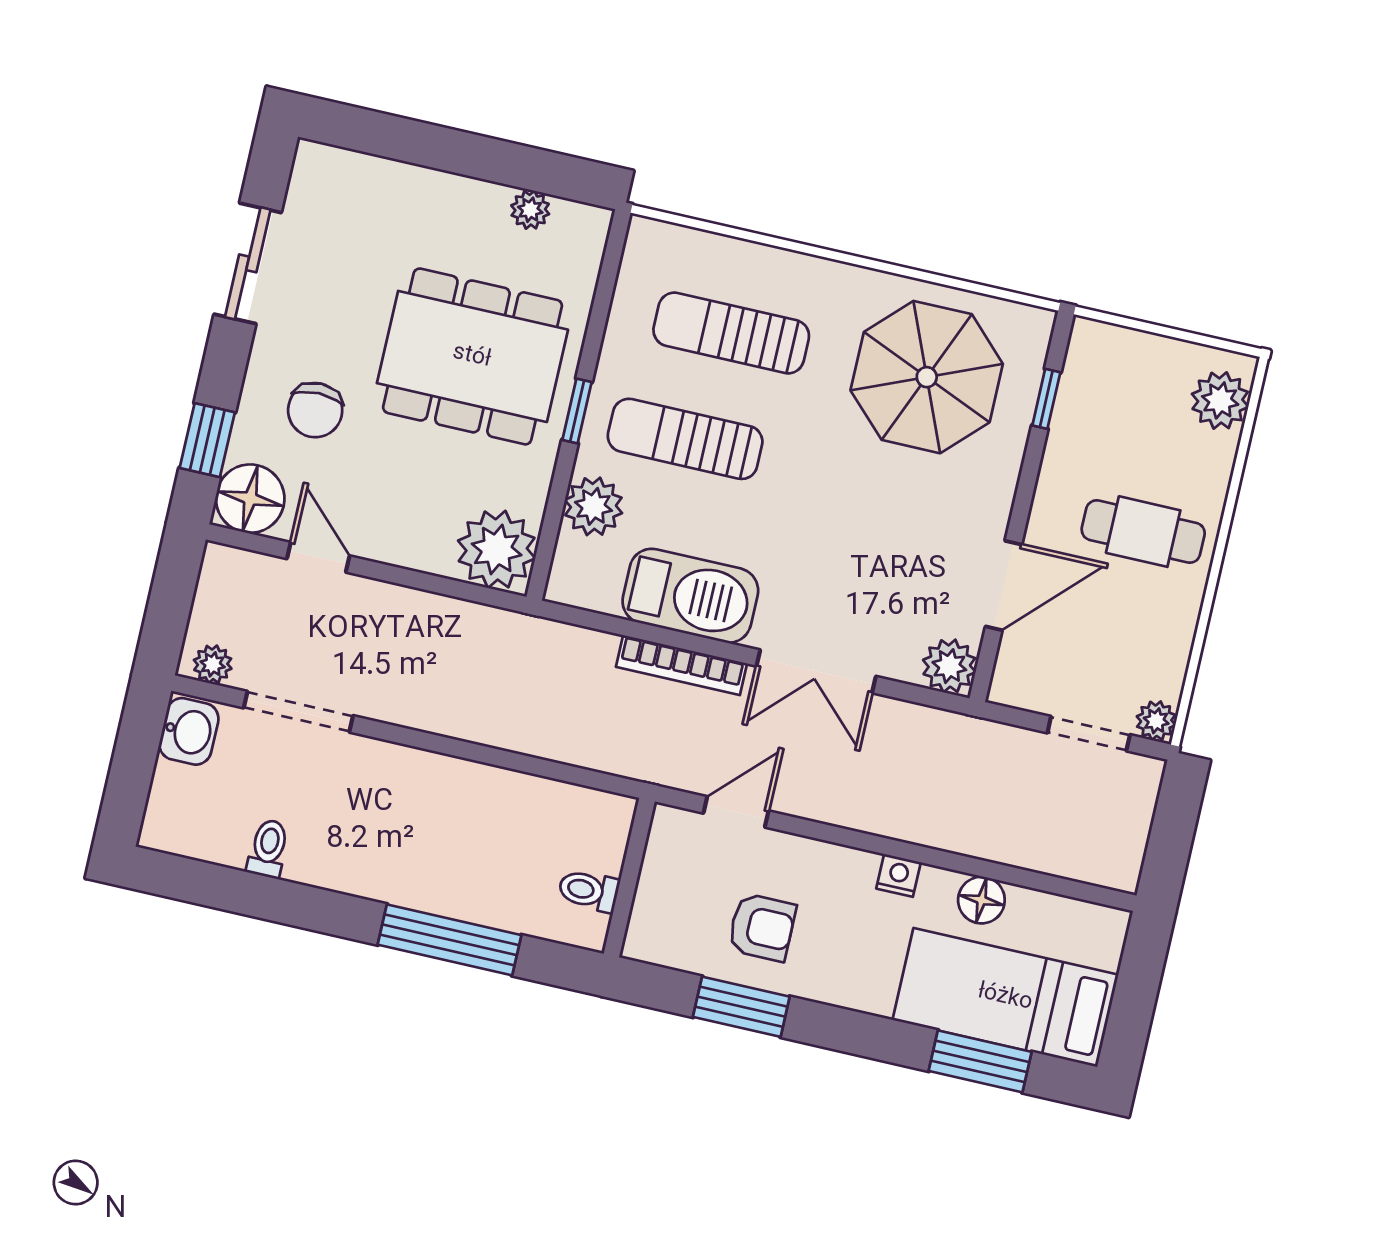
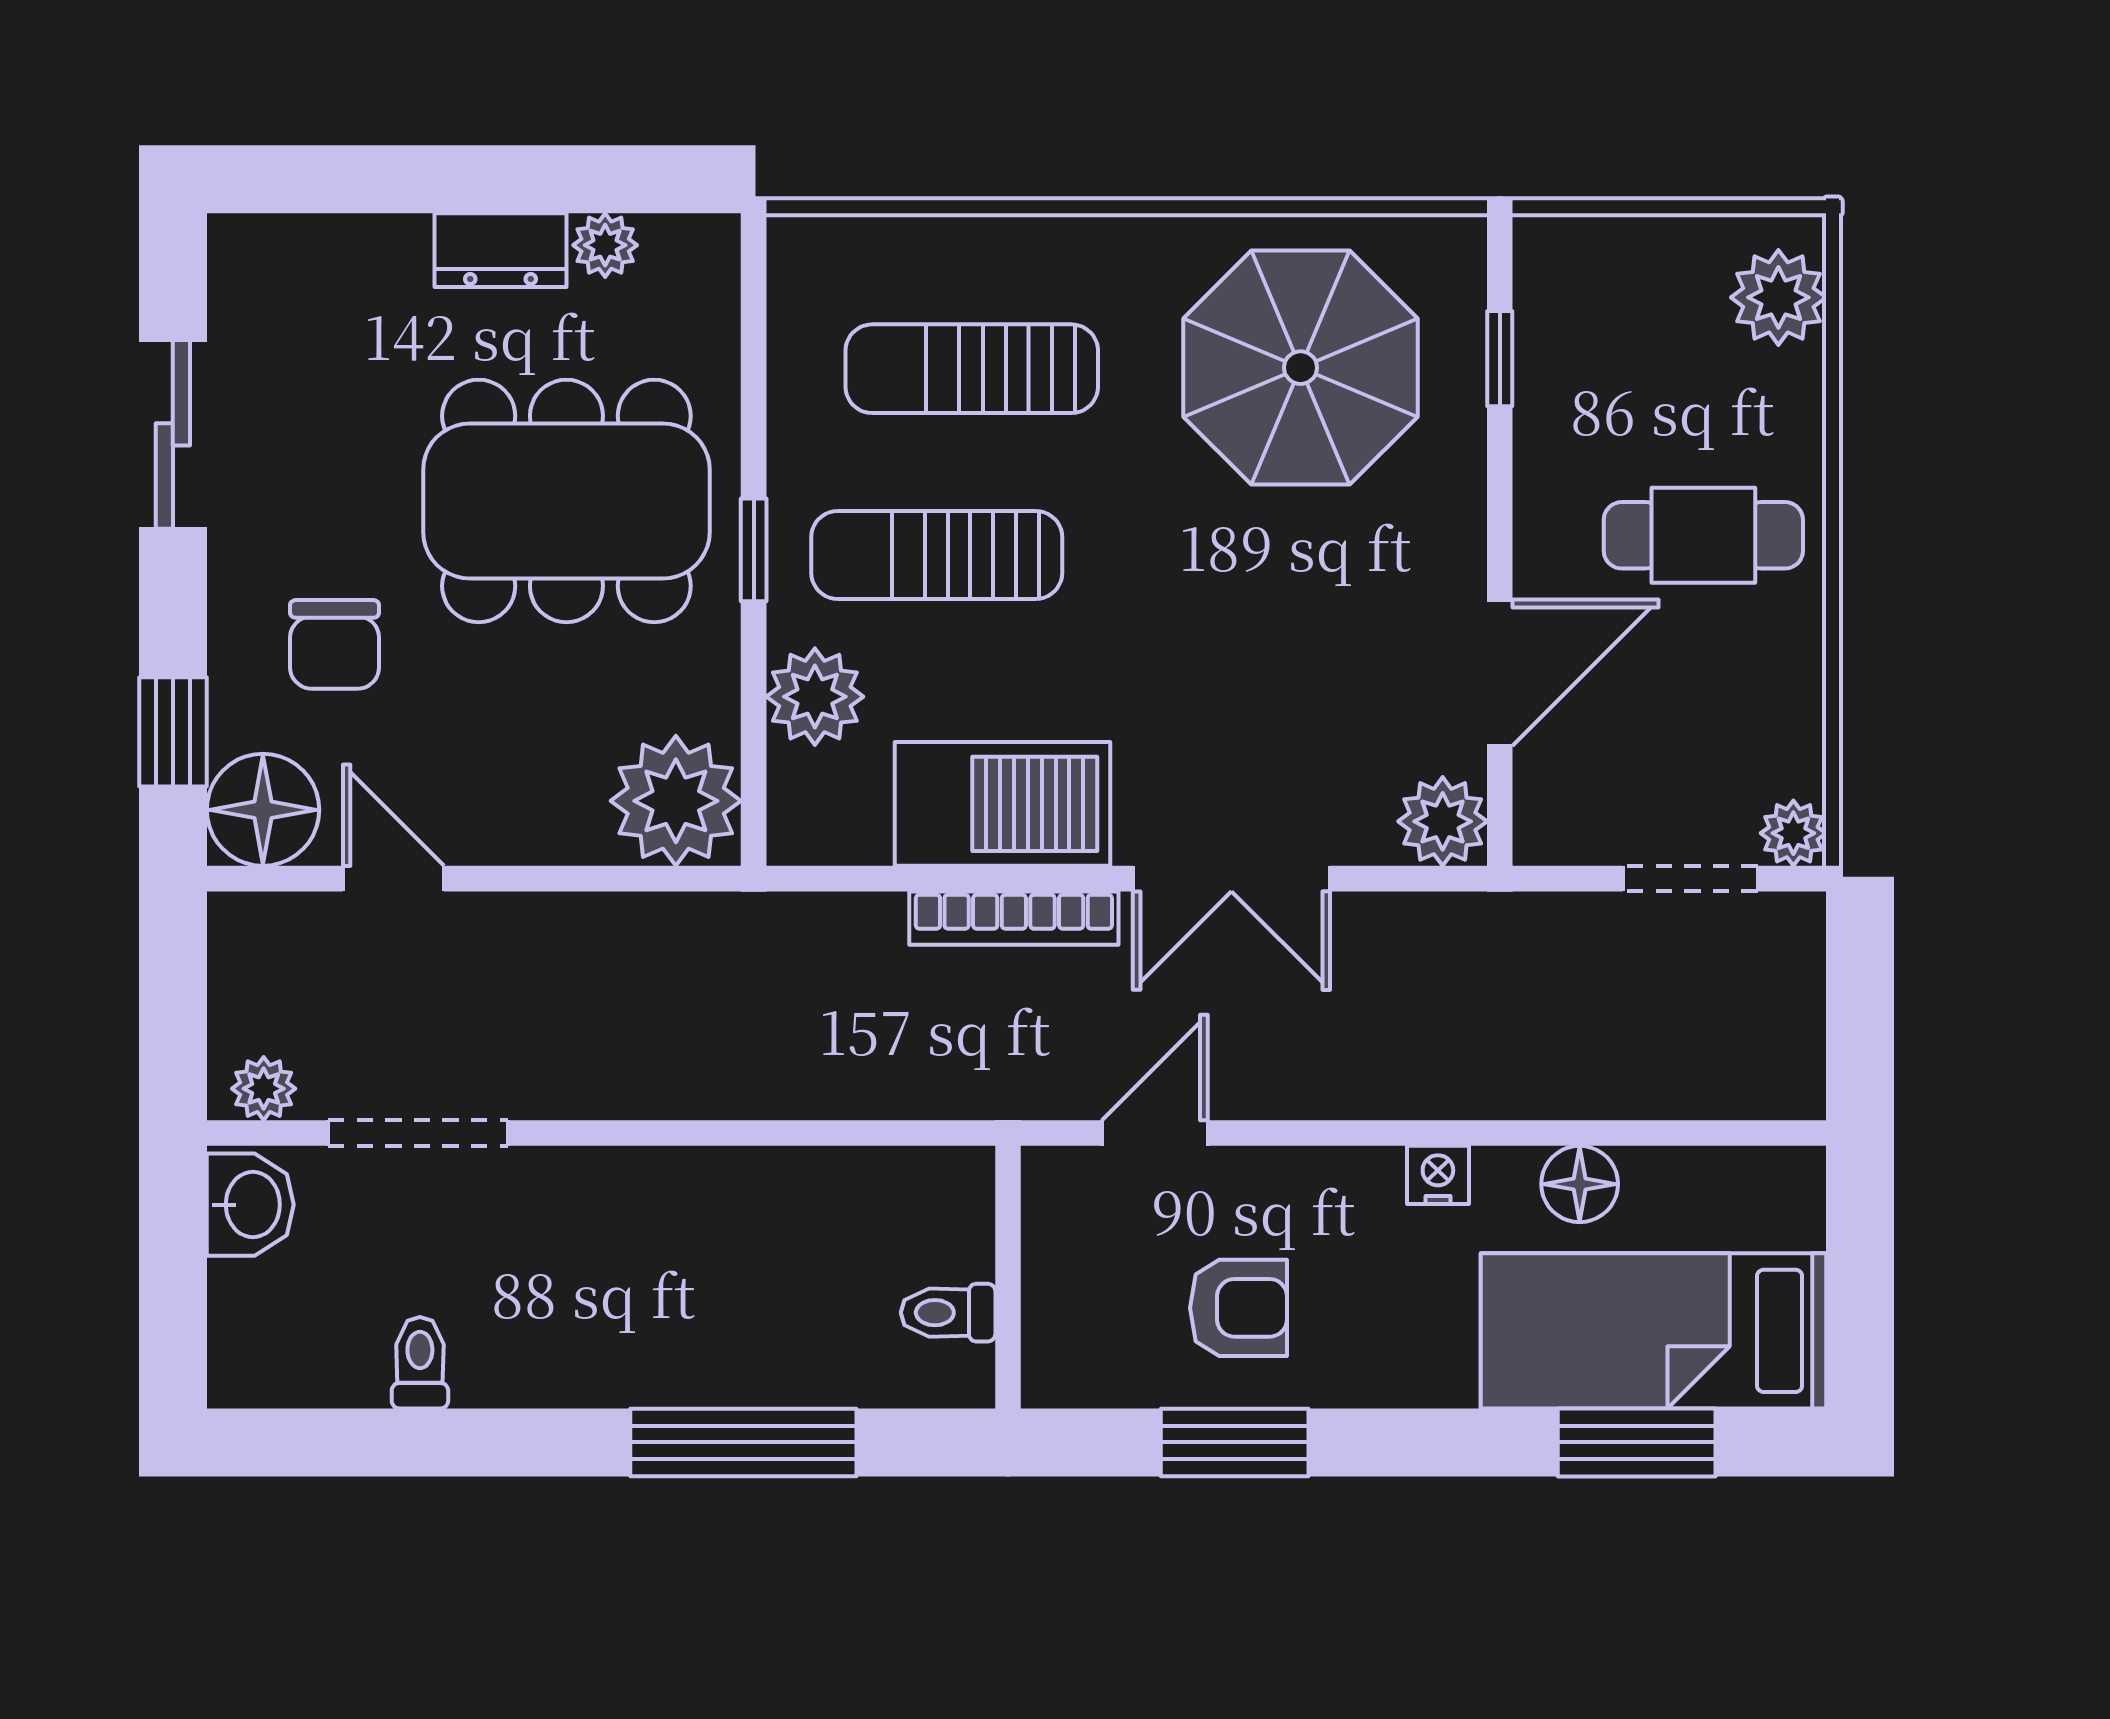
dresser: (467, 198) -> (501, 250), added

